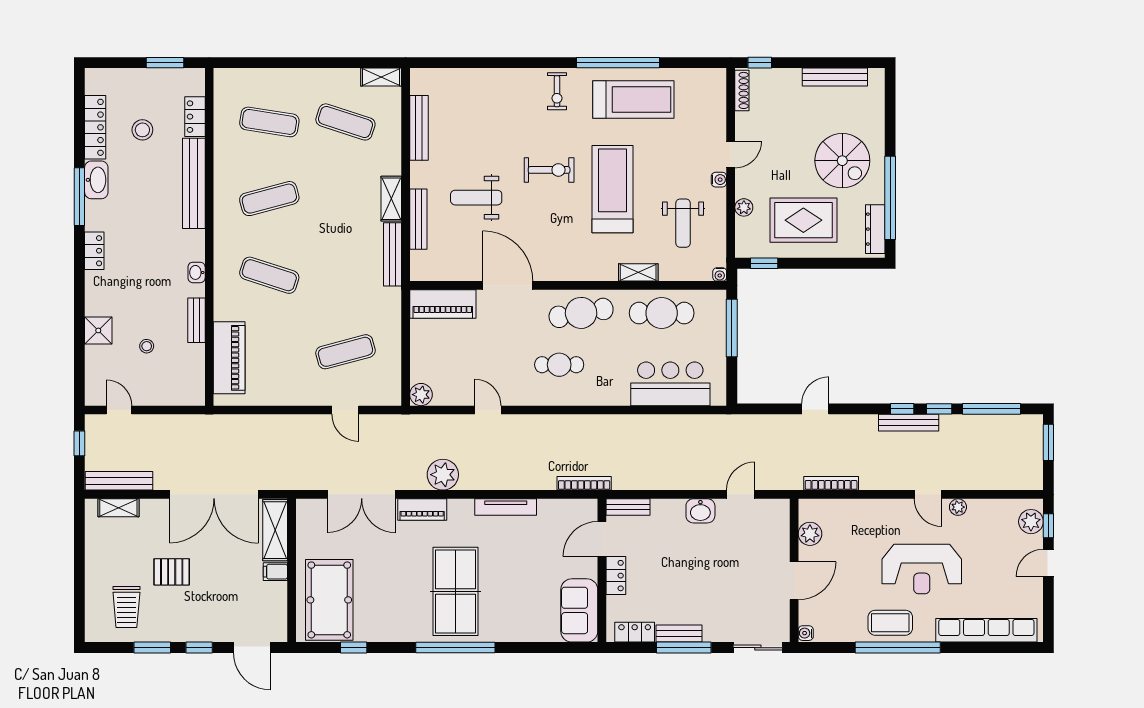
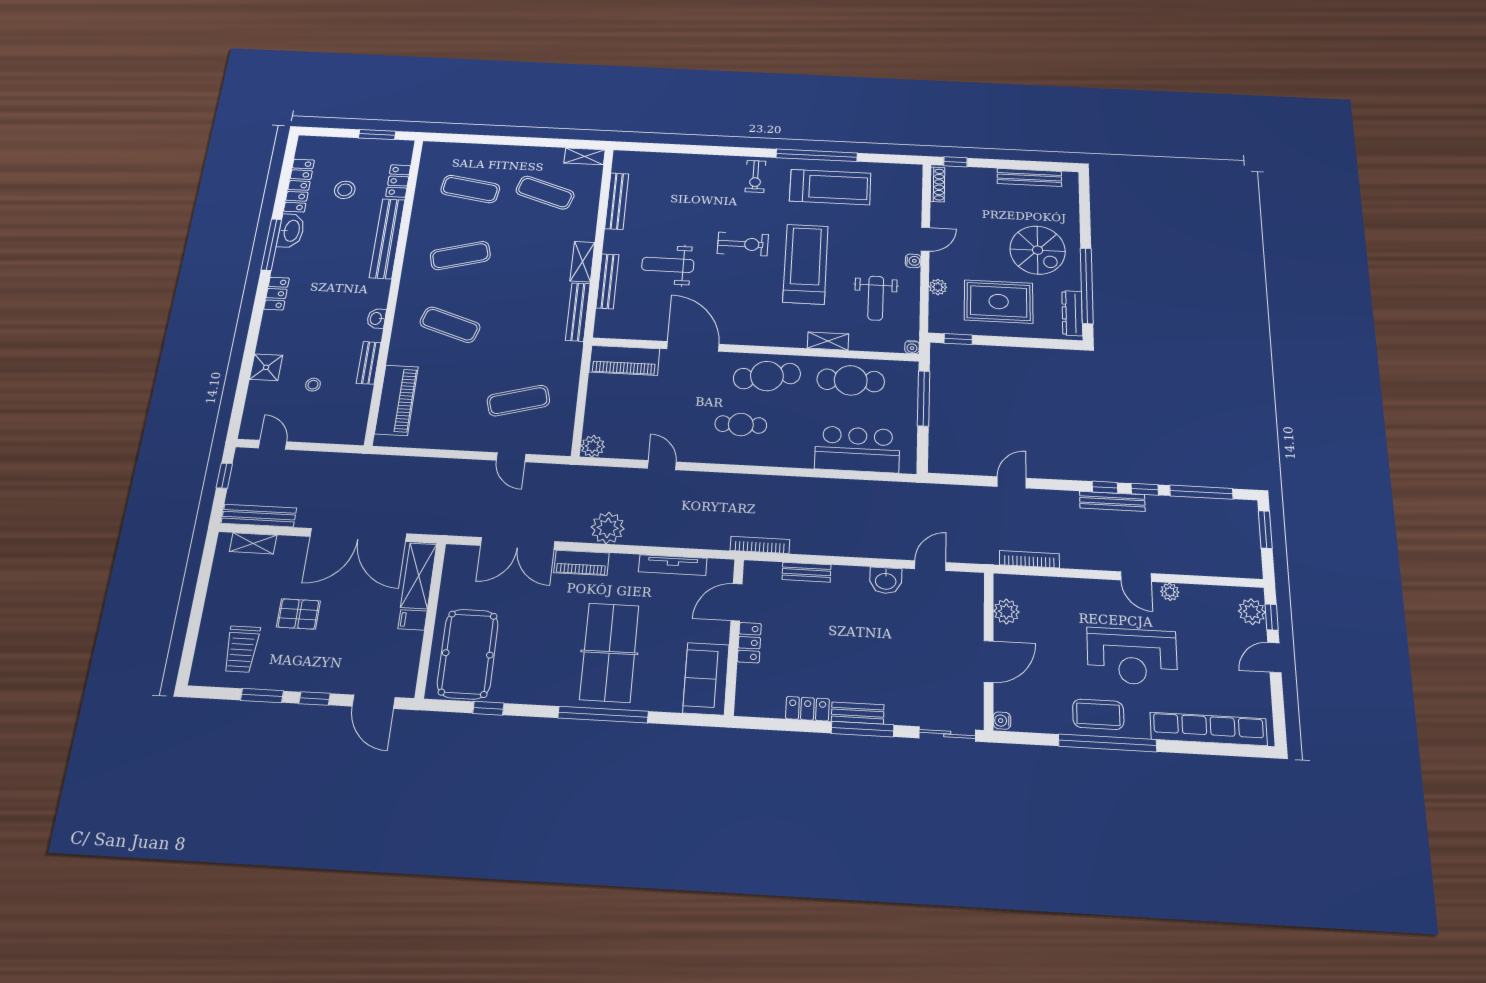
door: (602, 539) -> (736, 602), moved
wall: (602, 570) -> (734, 636), moved
locker: (616, 576) -> (749, 643), moved
sofa: (579, 610) -> (706, 679), moved

